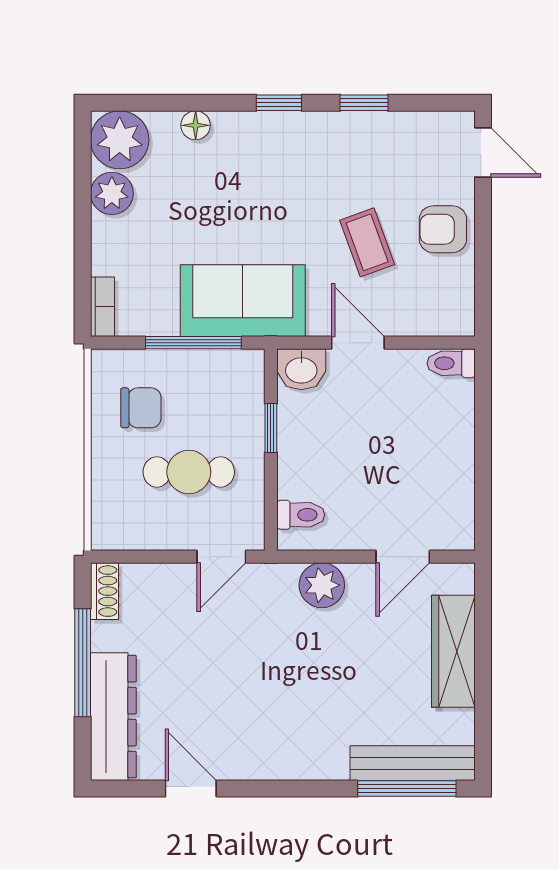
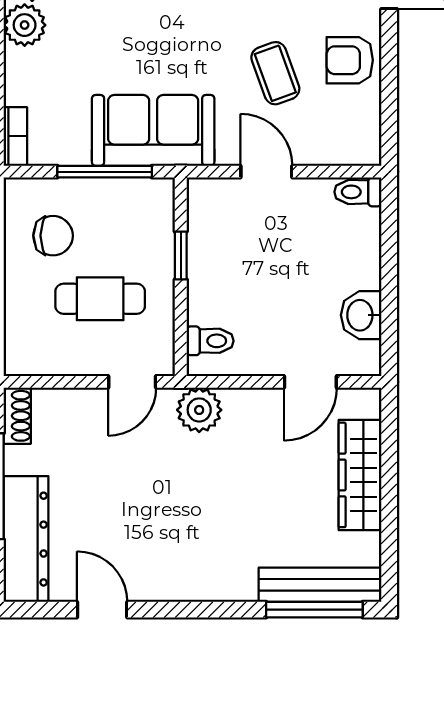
washbasin: (301, 369) -> (361, 315), moved, turned 90
plant: (322, 585) -> (199, 410), moved

